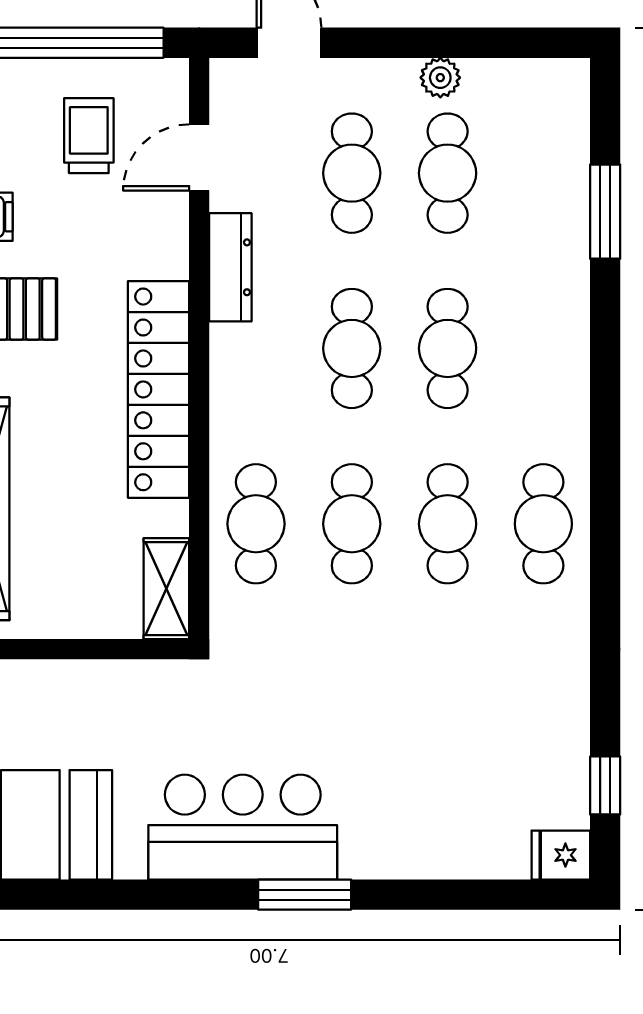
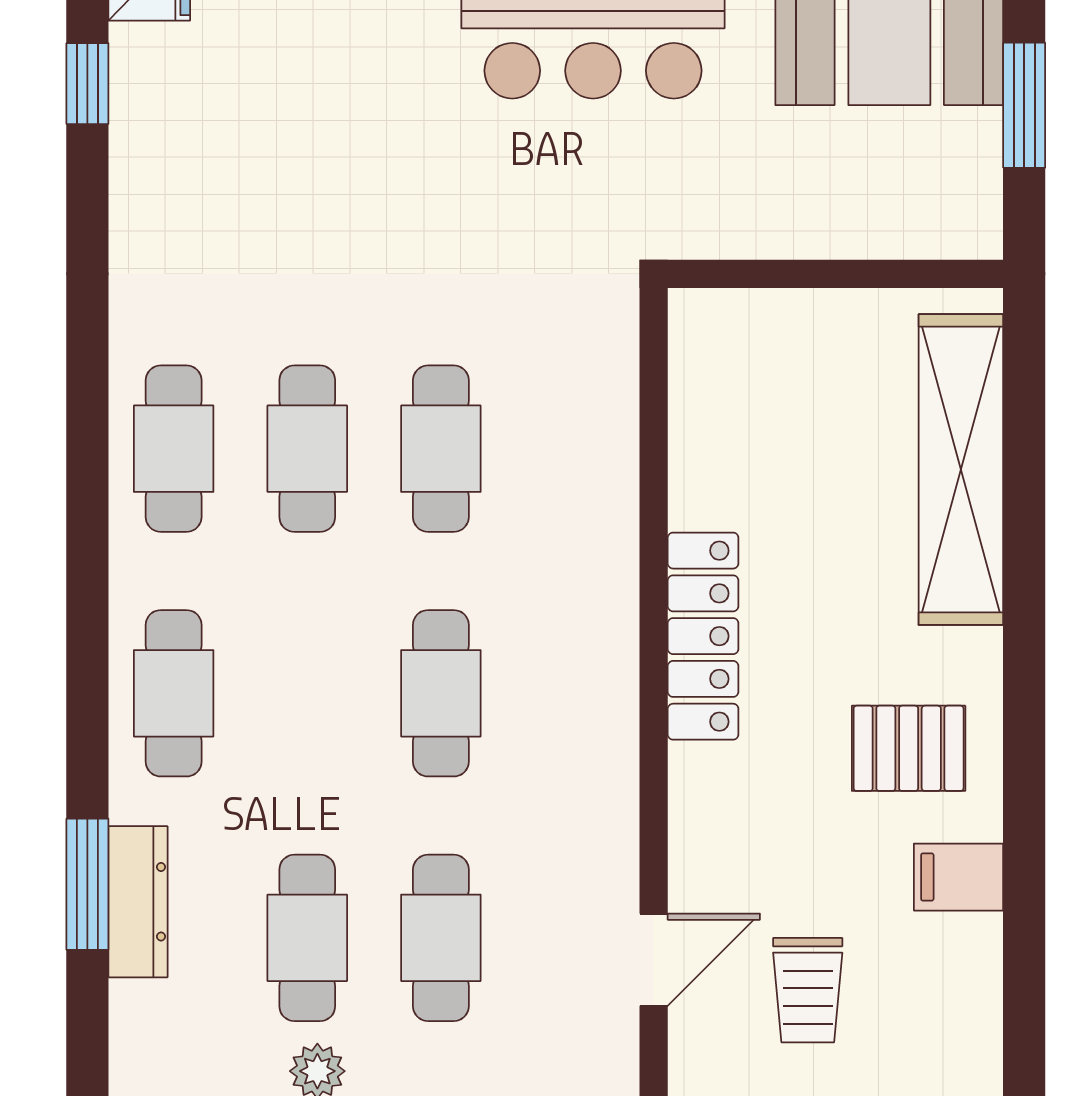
dresser: (230, 267) -> (138, 902), moved, turned 180
cafe table: (448, 348) -> (174, 693), moved
locker: (159, 389) -> (703, 636), width x0.71, depth x0.83
cafe table: (256, 524) -> (575, 449), removed
shelving: (166, 589) -> (699, 358), removed

